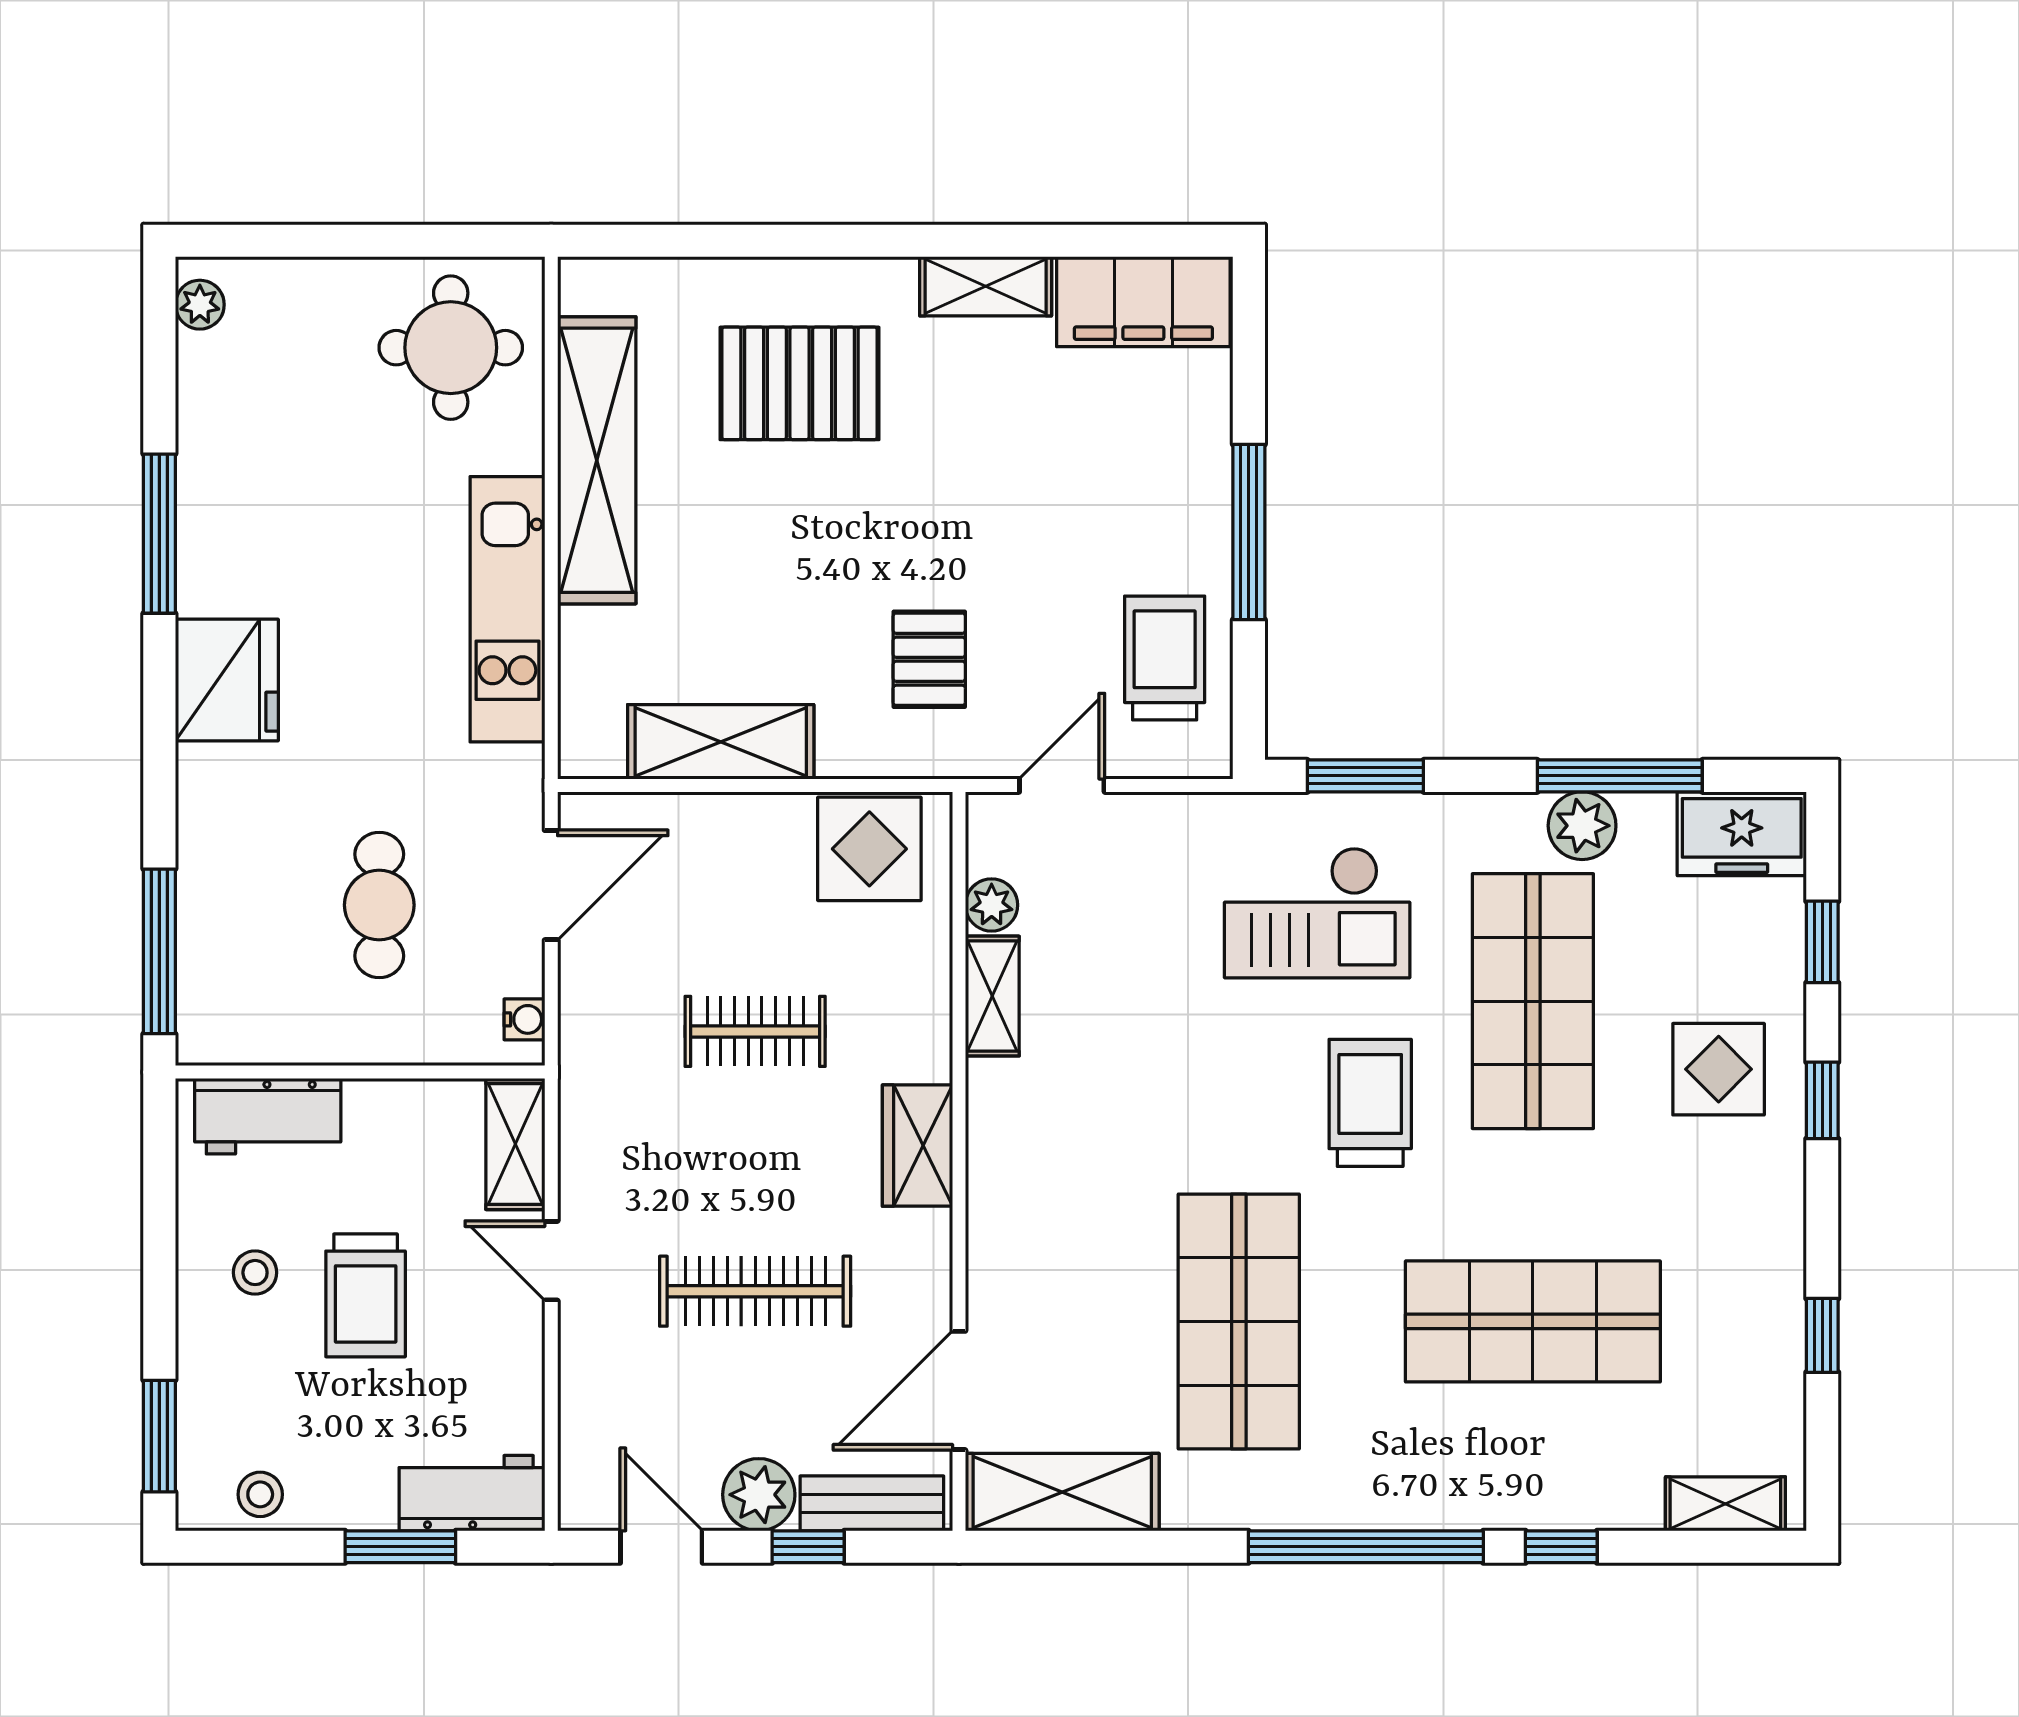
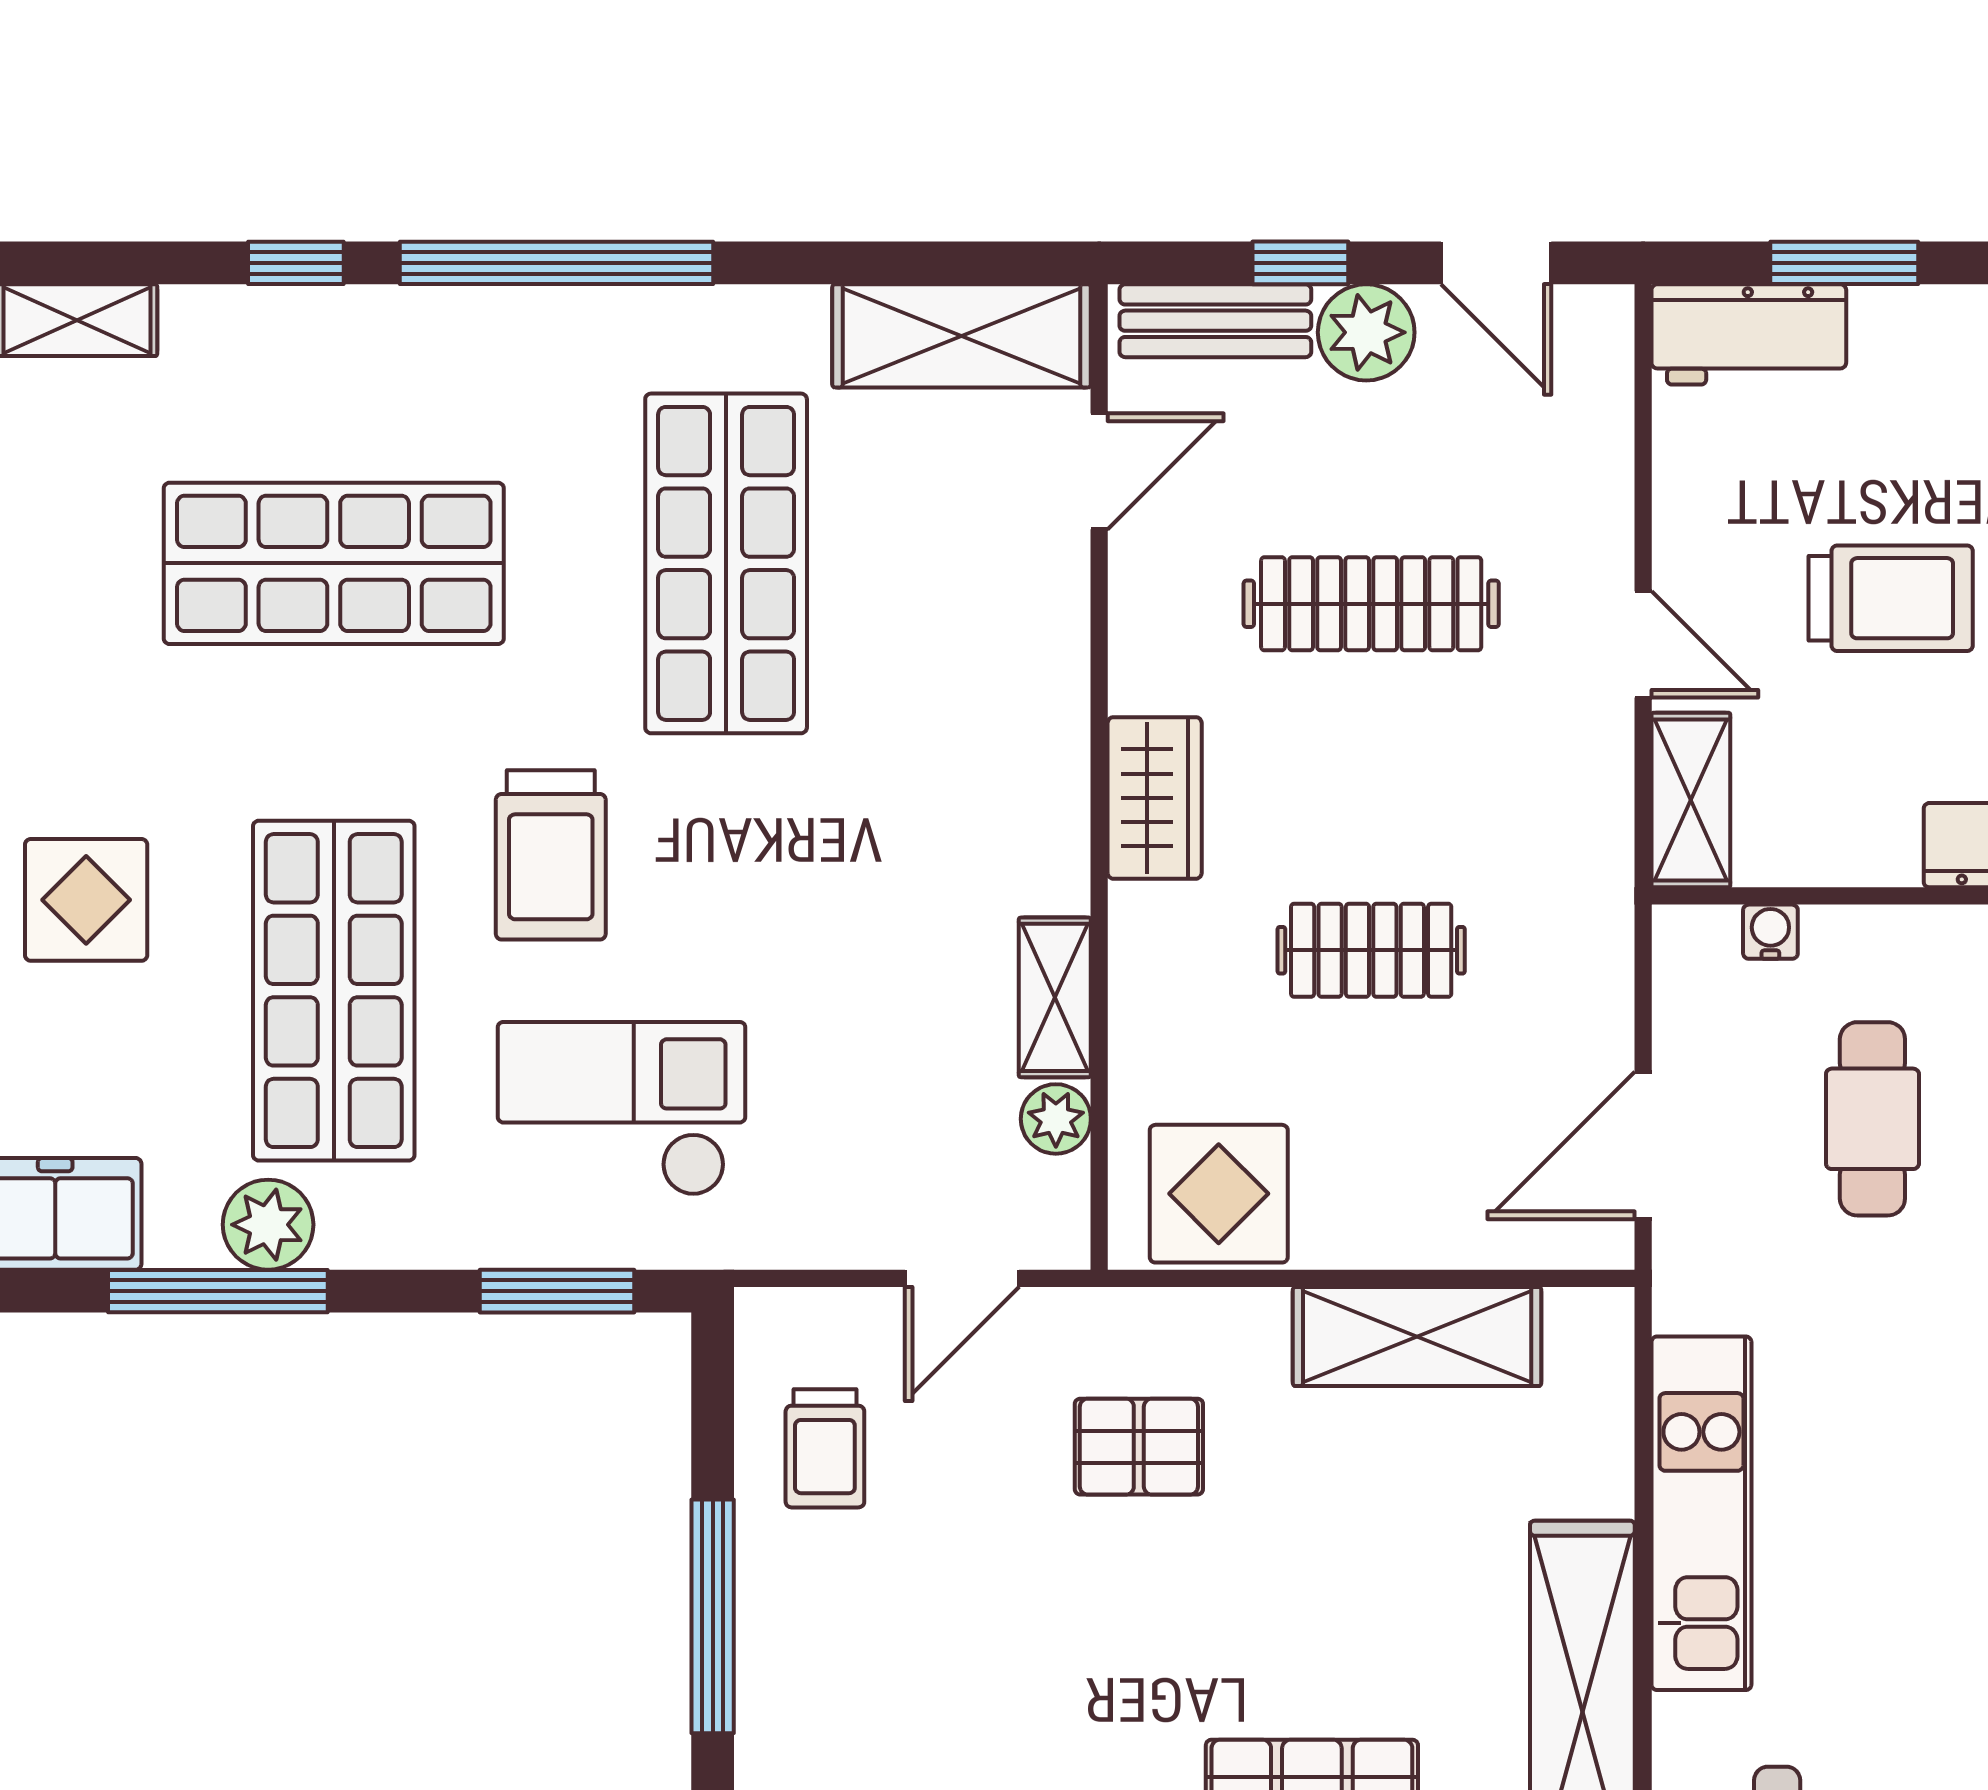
trolley: (1165, 658) -> (825, 1448), width x0.73, depth x0.72
pallet: (929, 659) -> (1139, 1447), turned 90
water cooler: (524, 1019) -> (1770, 932), moved, turned 90
trolley: (366, 1295) -> (1891, 598), turned 90
door: (959, 1390) -> (1099, 471), width x0.73

